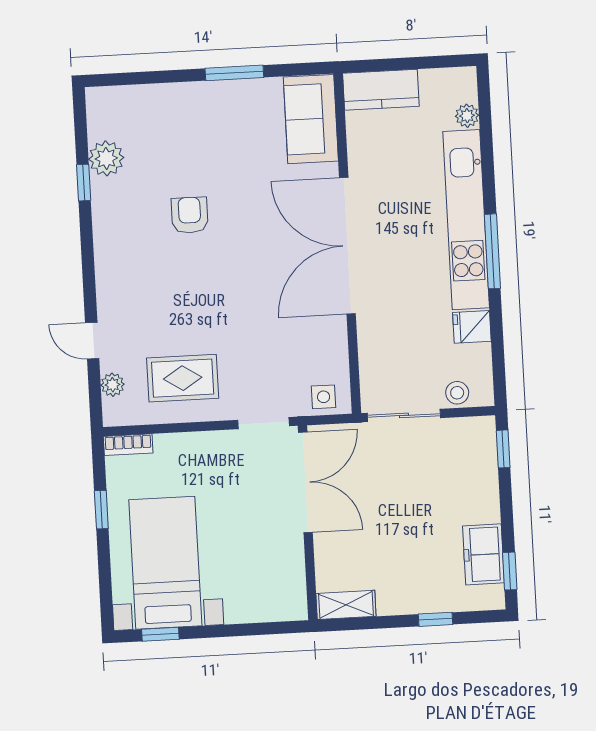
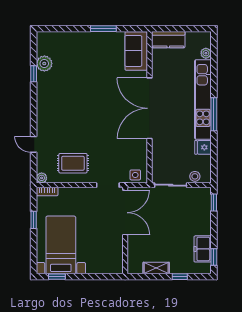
armchair: (190, 215) -> (80, 91), removed
plant: (113, 385) -> (42, 178), moved
shelving: (346, 605) -> (156, 268), moved

